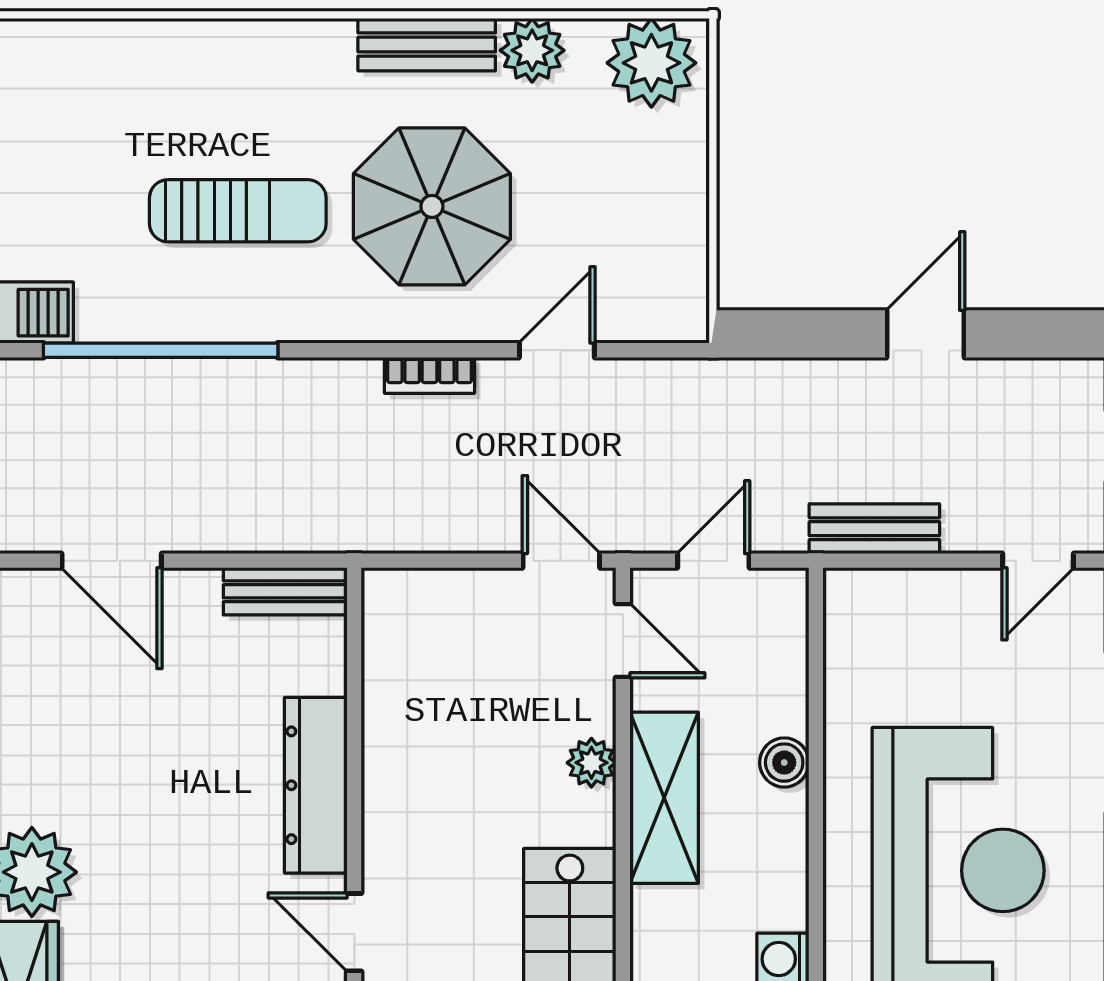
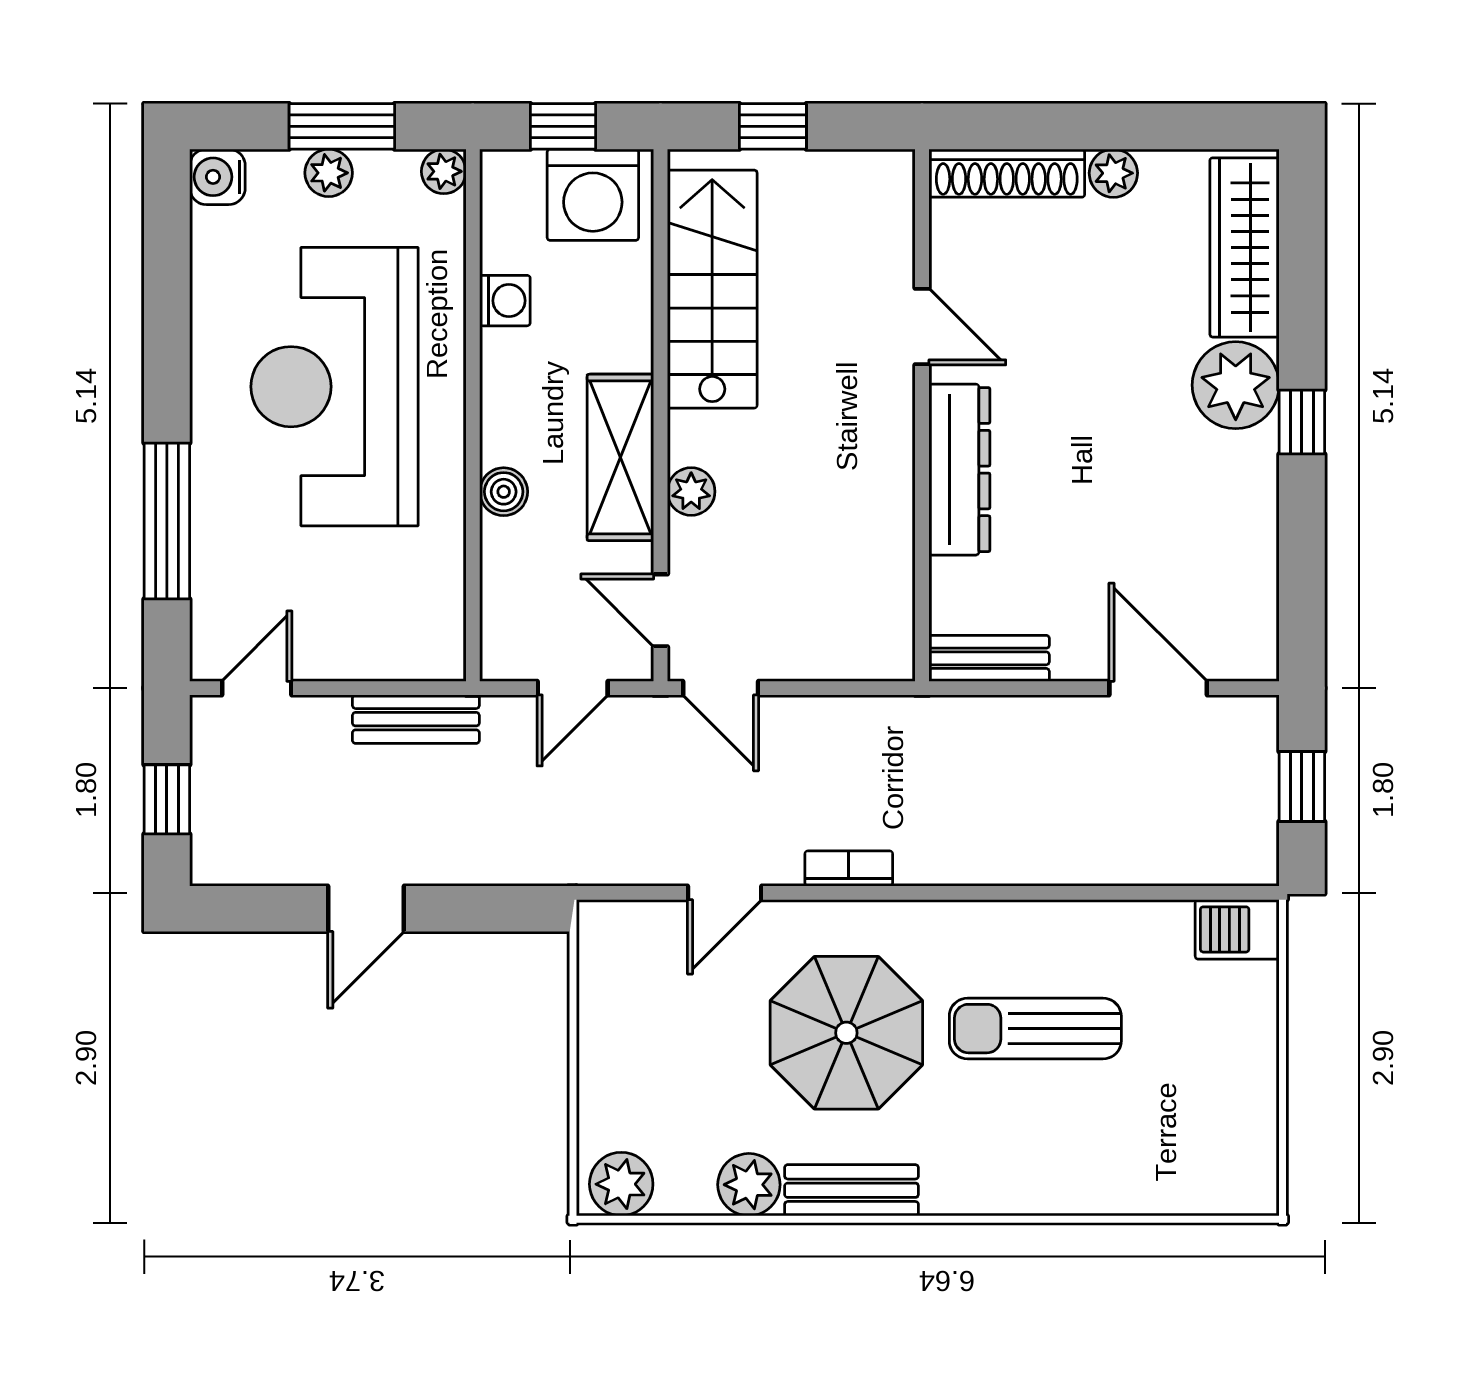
plant: (651, 63) -> (621, 1184), width x0.73, depth x0.73
window: (161, 350) -> (1110, 893), removed

